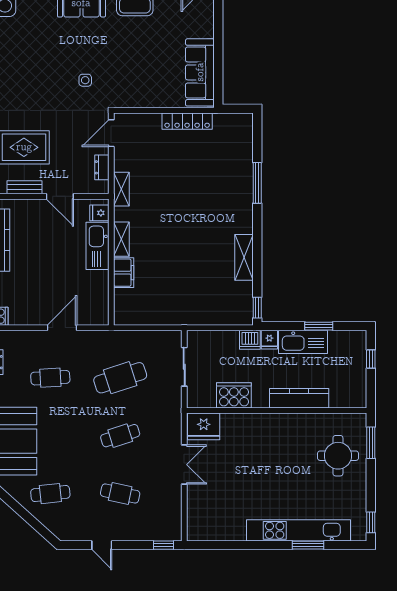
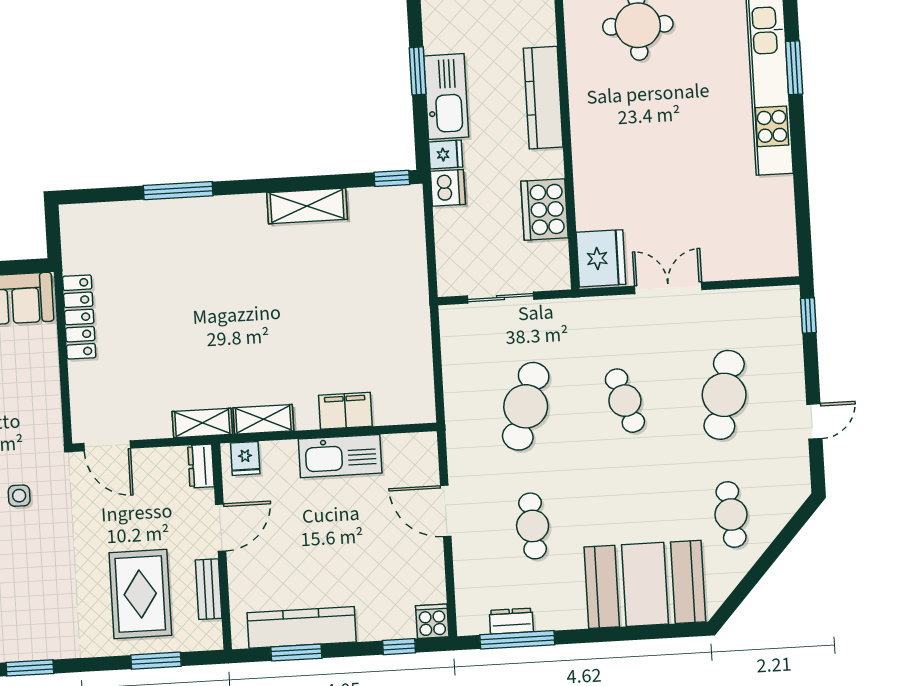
dresser: (102, 167) -> (201, 466), moved, turned 90
shelving: (121, 239) -> (263, 419), moved
kitchen sink: (97, 246) -> (340, 456), moved
cafe table: (120, 378) -> (526, 406), turned 36
cafe table: (120, 494) -> (724, 395), width x1.37, depth x1.35

